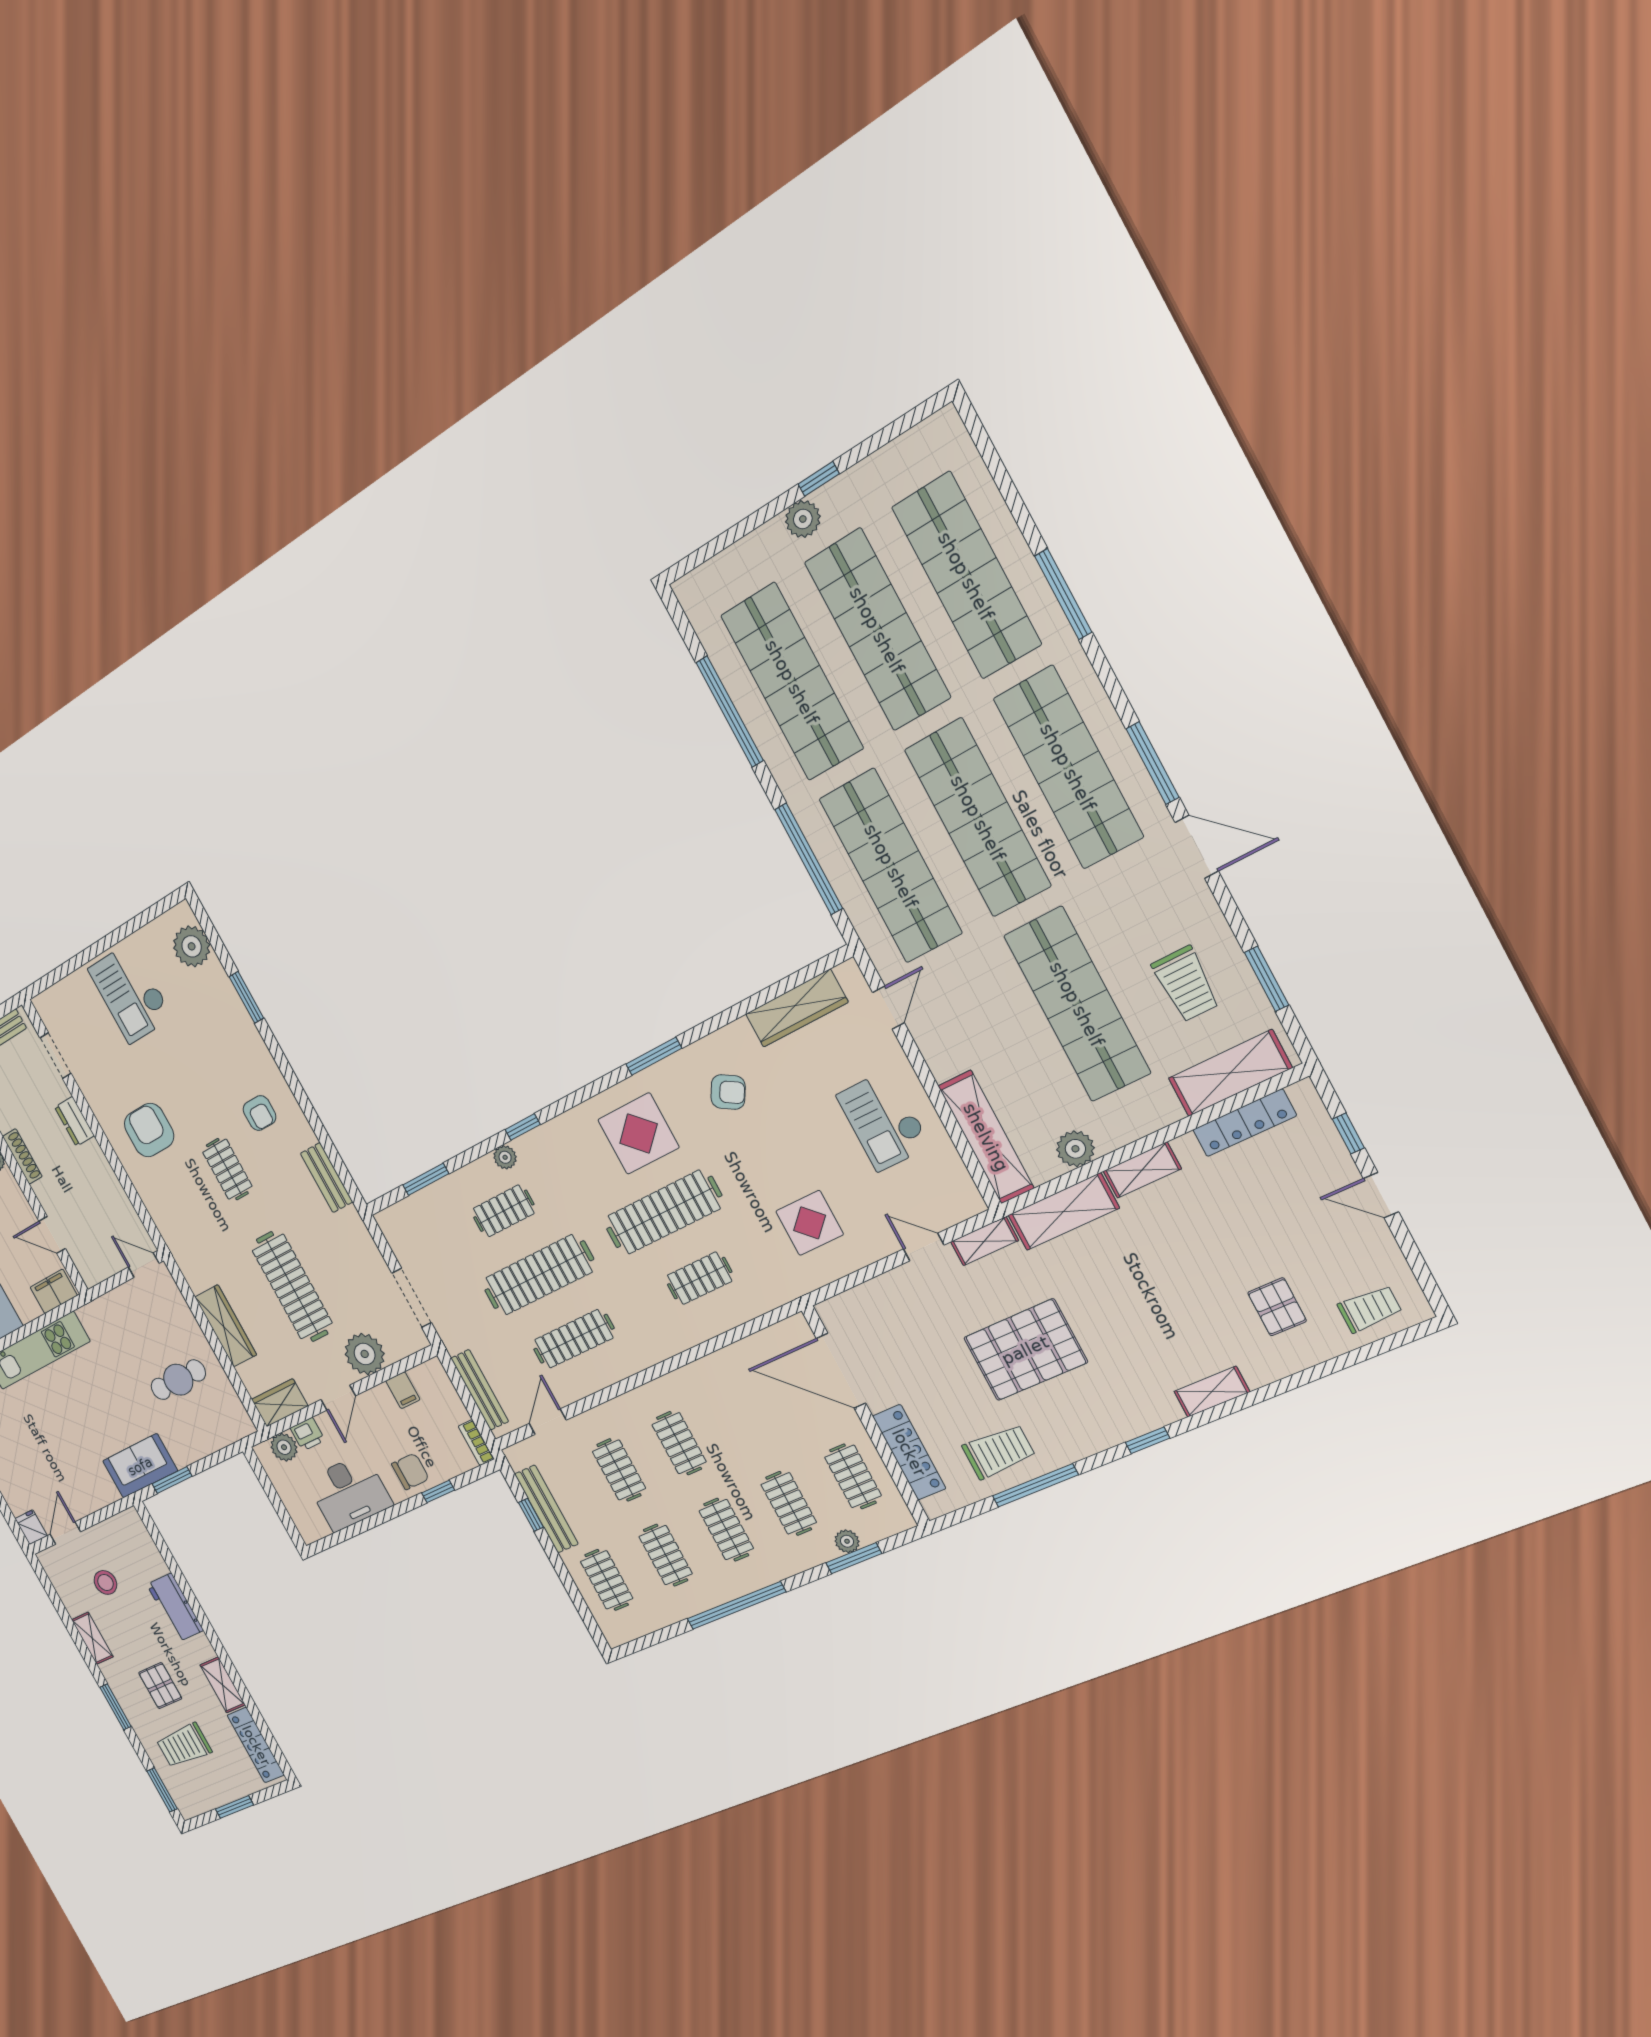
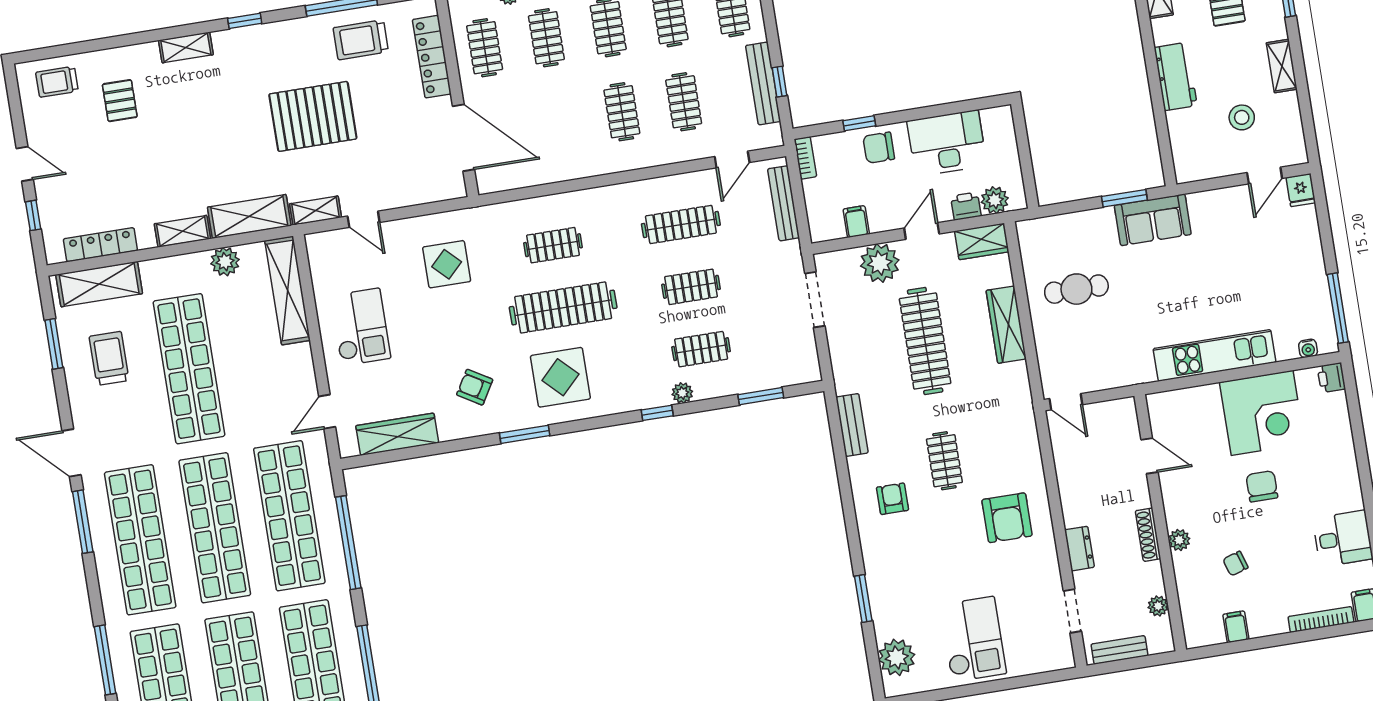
clothes rail: (539, 1275) -> (691, 287), width x0.54, depth x0.76
filing cabinet: (54, 1291) -> (1172, 405), removed

